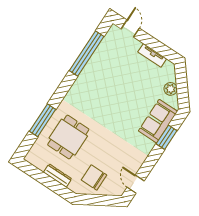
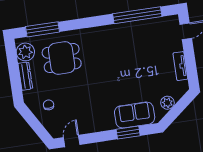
window: (43, 120) -> (42, 29), moved
plant: (40, 160) -> (25, 52), added
chair: (94, 177) -> (49, 105), width x0.54, depth x0.54

